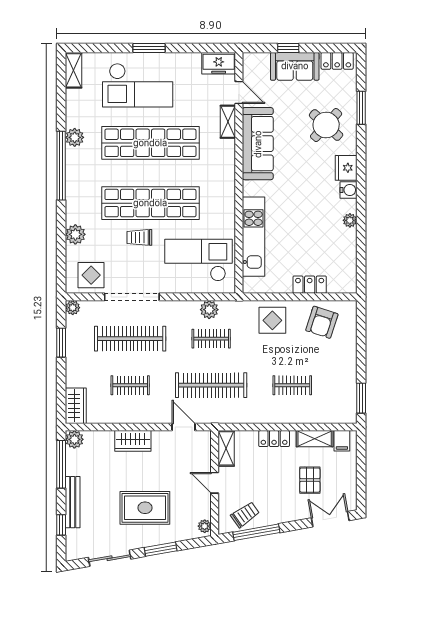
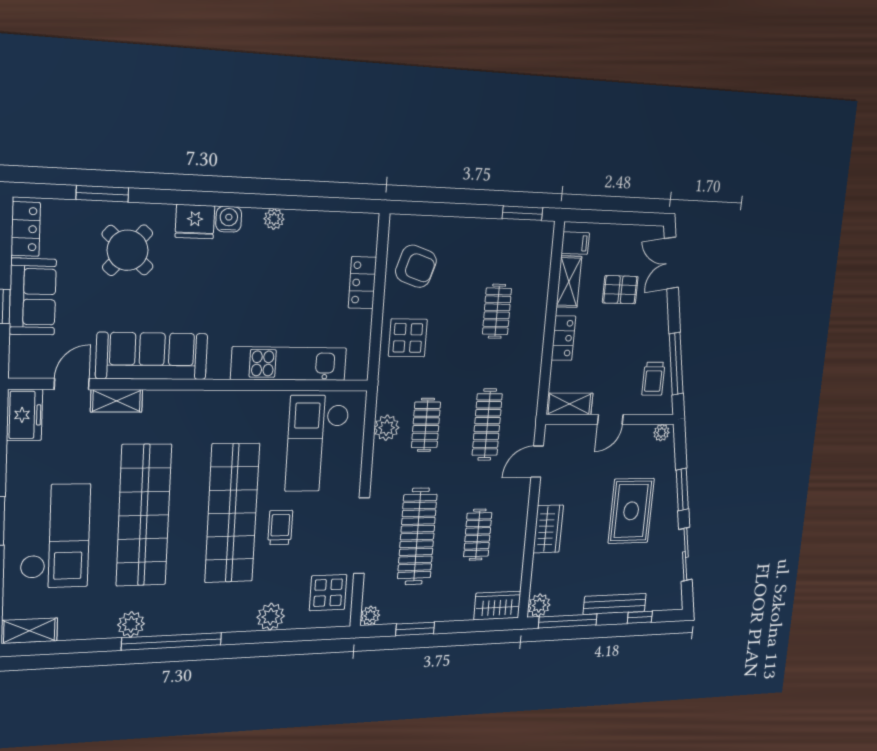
trolley: (139, 237) -> (280, 528), turned 180
clothes rail: (211, 385) -> (487, 425), width x0.73, depth x0.76
trolley: (245, 515) -> (653, 379), turned -145

